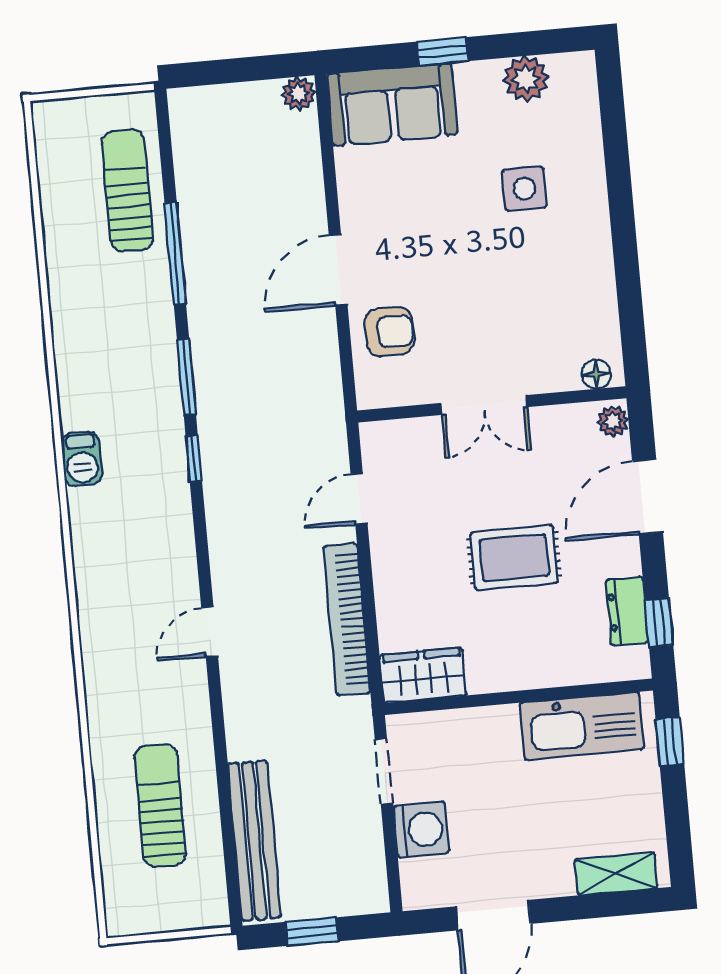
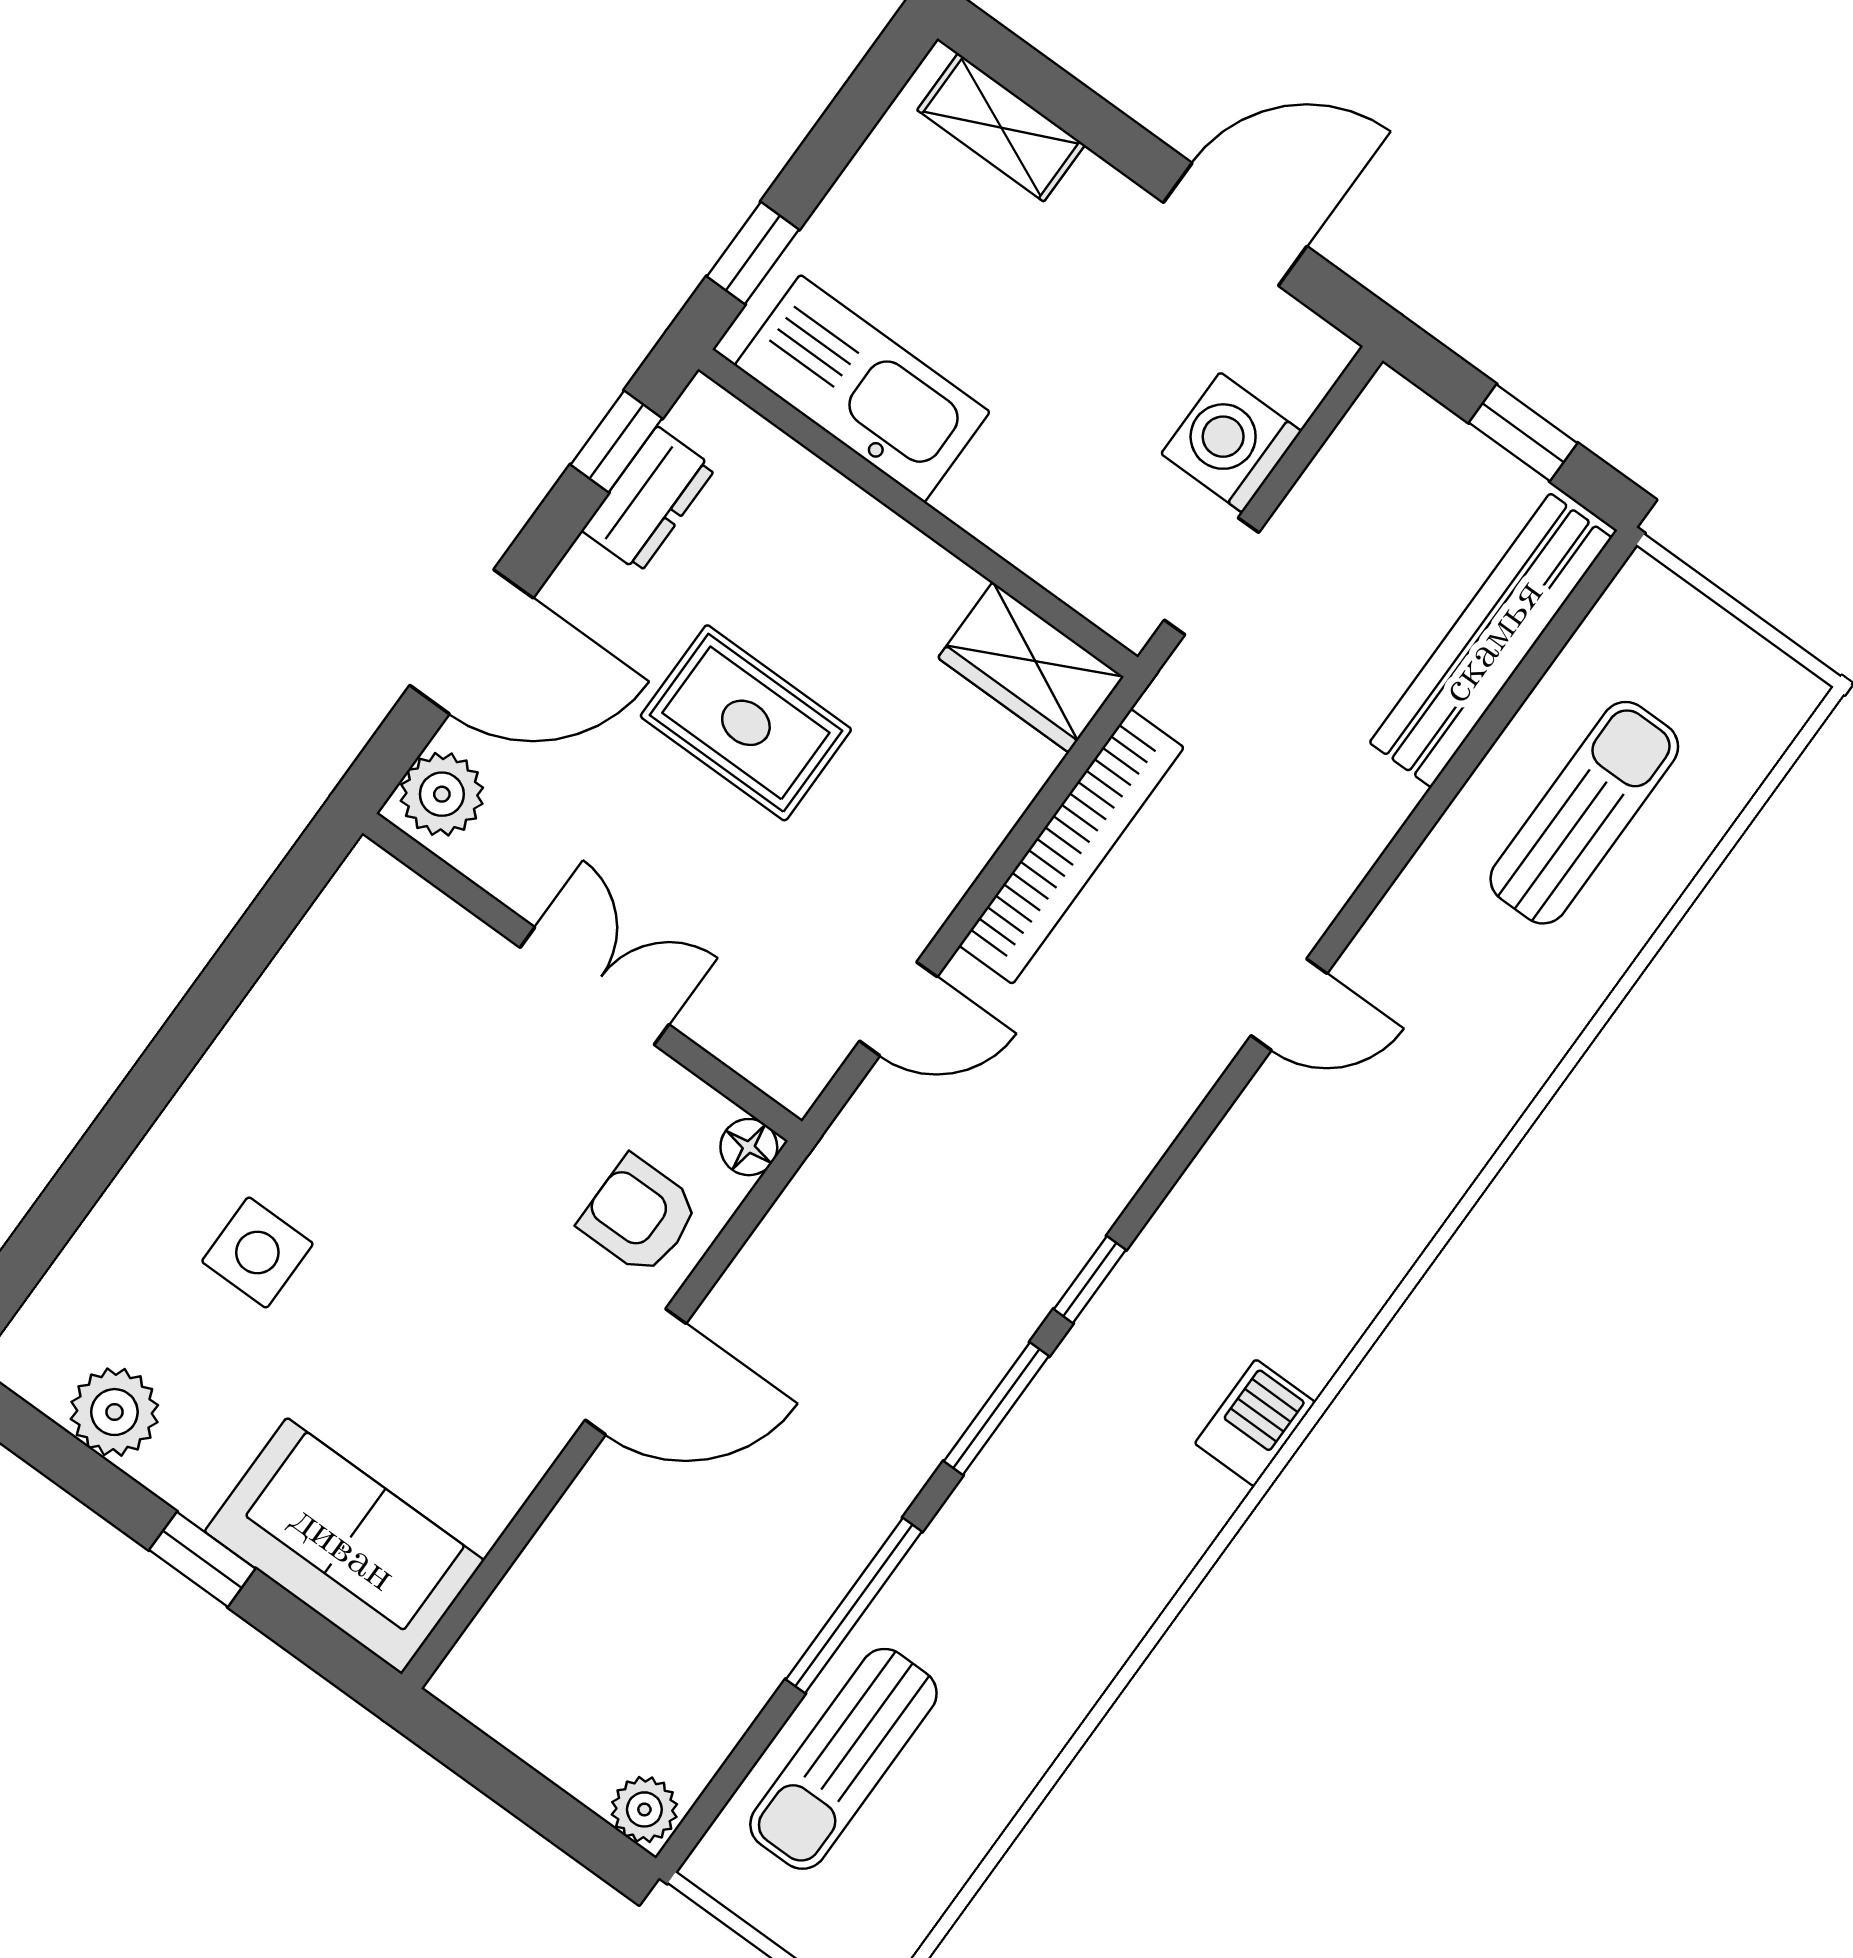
plant: (298, 94) -> (644, 1809), moved
floor lamp: (596, 374) -> (749, 1147), moved
plant: (613, 421) -> (442, 794), width x1.38, depth x1.38
sun lounger: (160, 805) -> (1584, 813), turned 180

